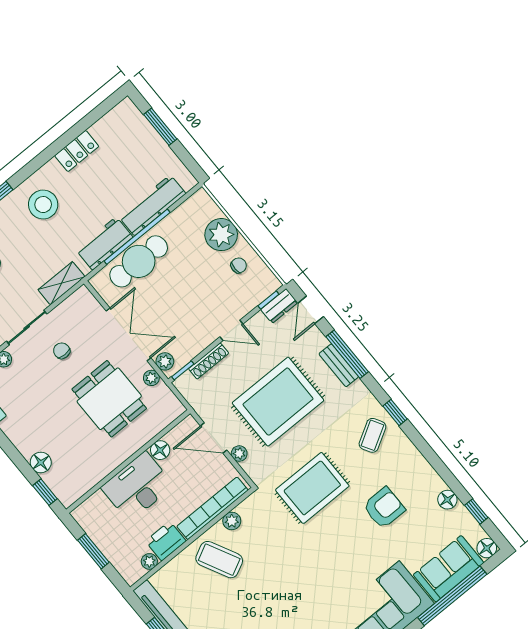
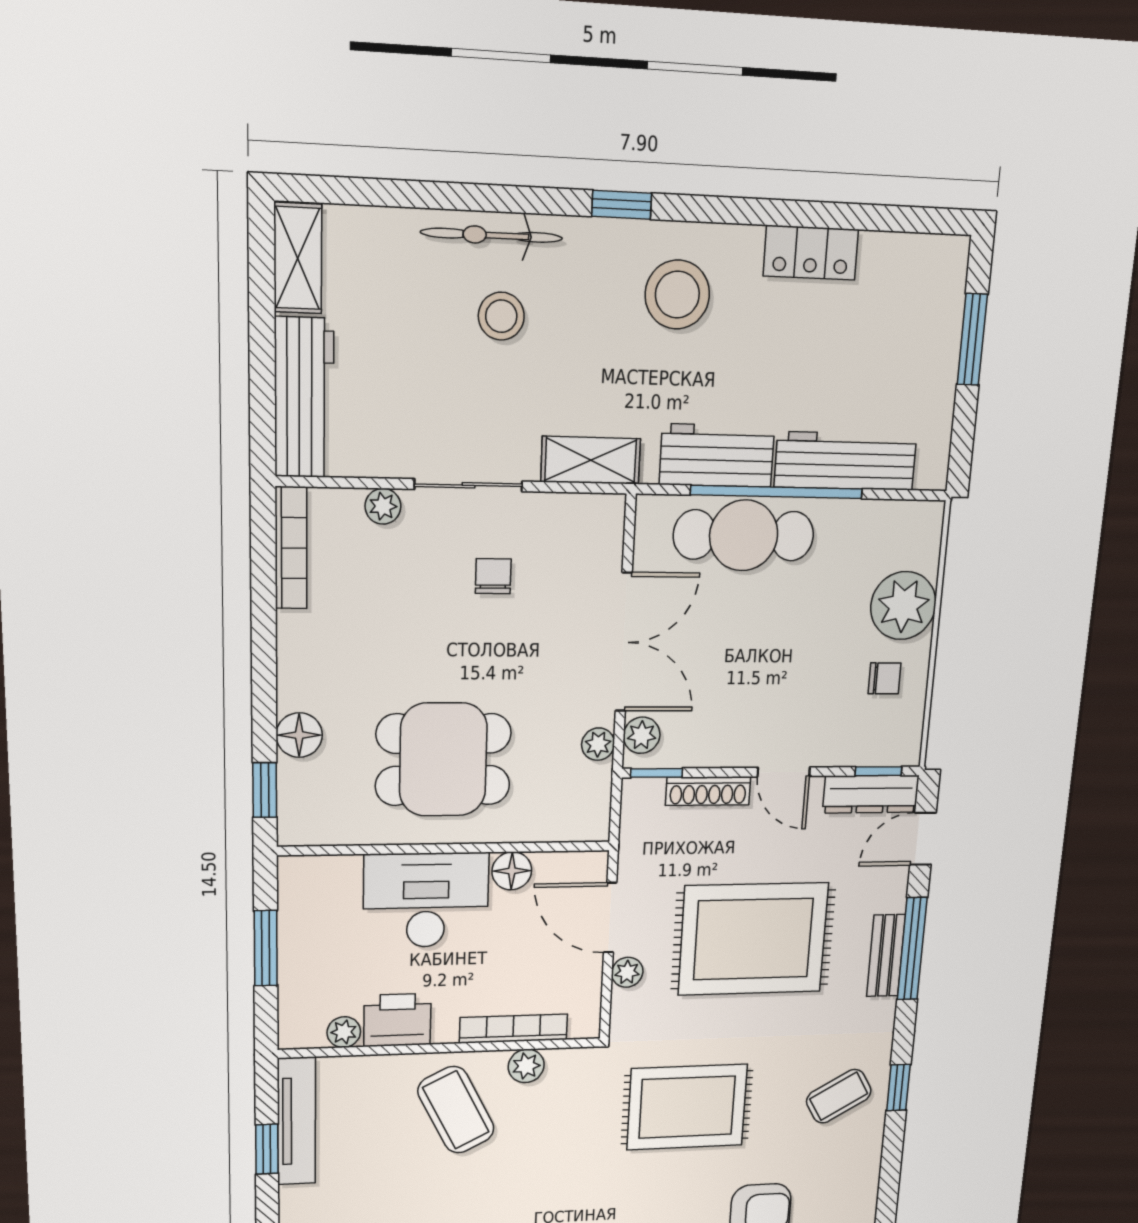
dresser: (279, 306) -> (871, 794), width x1.44
dining table: (109, 399) -> (443, 760), moved, turned 90
bookcase: (212, 508) -> (514, 1029), width x0.68, depth x0.76

